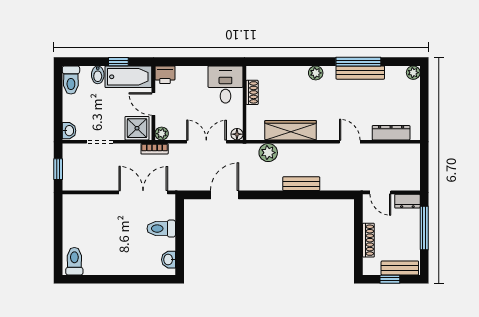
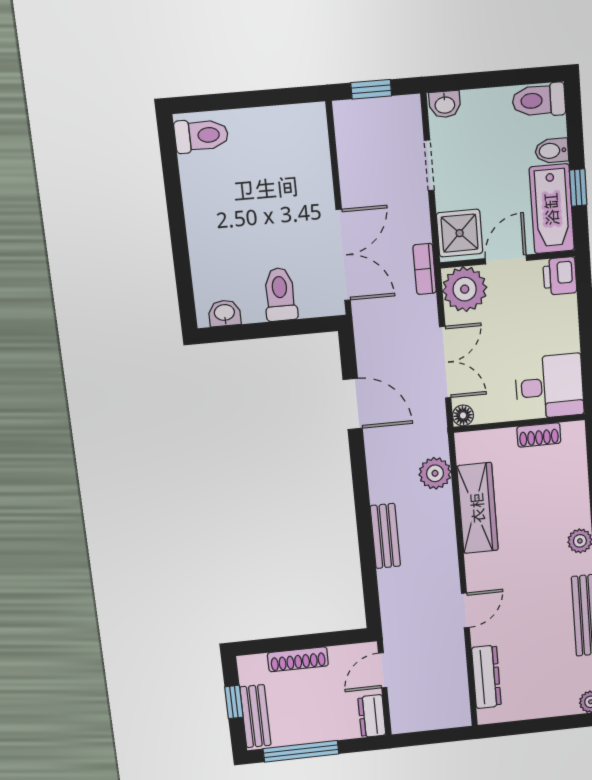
plant: (162, 134) -> (465, 289), width x1.88, depth x1.88
window: (424, 228) -> (301, 751), moved

